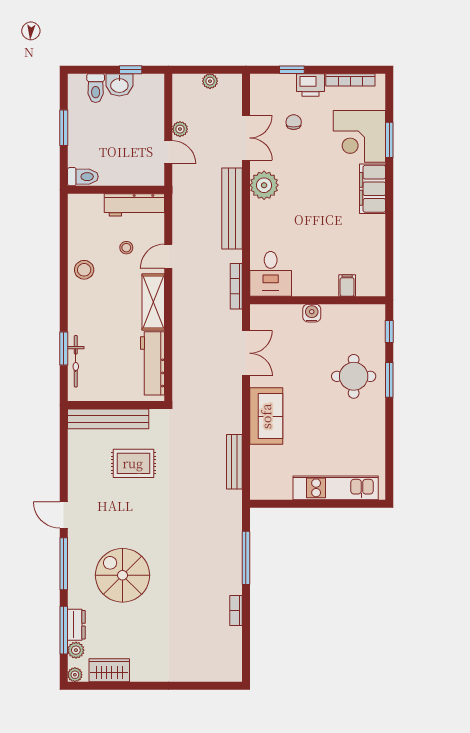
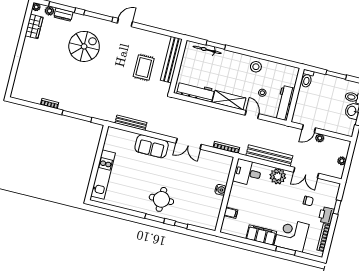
desk: (271, 274) -> (248, 173), moved
filing cabinet: (347, 285) -> (231, 213), moved
wall: (318, 300) -> (227, 195), moved
water cooler: (312, 313) -> (221, 190), moved

